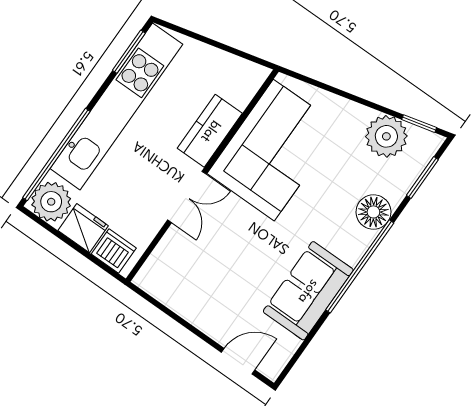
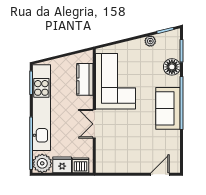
kitchen counter: (210, 131) -> (85, 79), moved
plant: (386, 136) -> (150, 41), width x0.53, depth x0.53
double door: (187, 197) -> (94, 124), swing flipped
floor lamp: (373, 212) -> (172, 67), moved
sofa: (308, 291) -> (168, 108), moved

